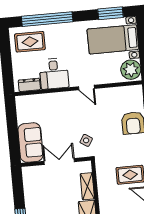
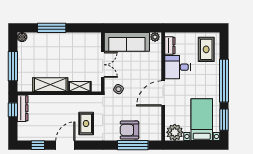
window: (47, 19) -> (224, 81), moved
door: (86, 88) -> (163, 93), width x1.88
plant: (21, 103) -> (155, 37), added
sofa: (30, 143) -> (127, 42), width x1.36

